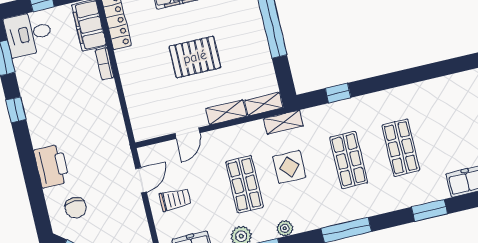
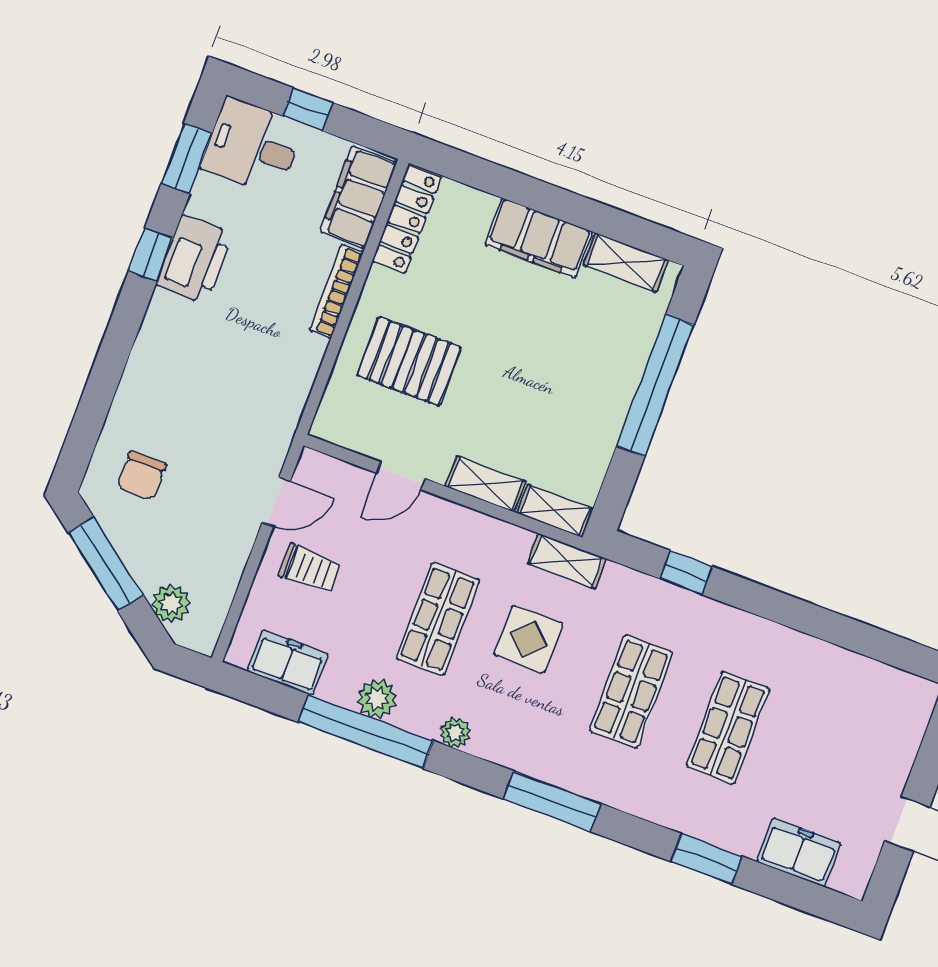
pallet: (195, 57) -> (409, 361), moved
bookcase: (105, 64) -> (336, 291), width x1.56
printer: (52, 166) -> (194, 259), moved

